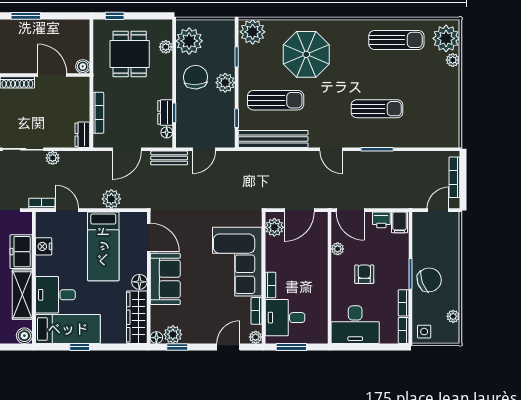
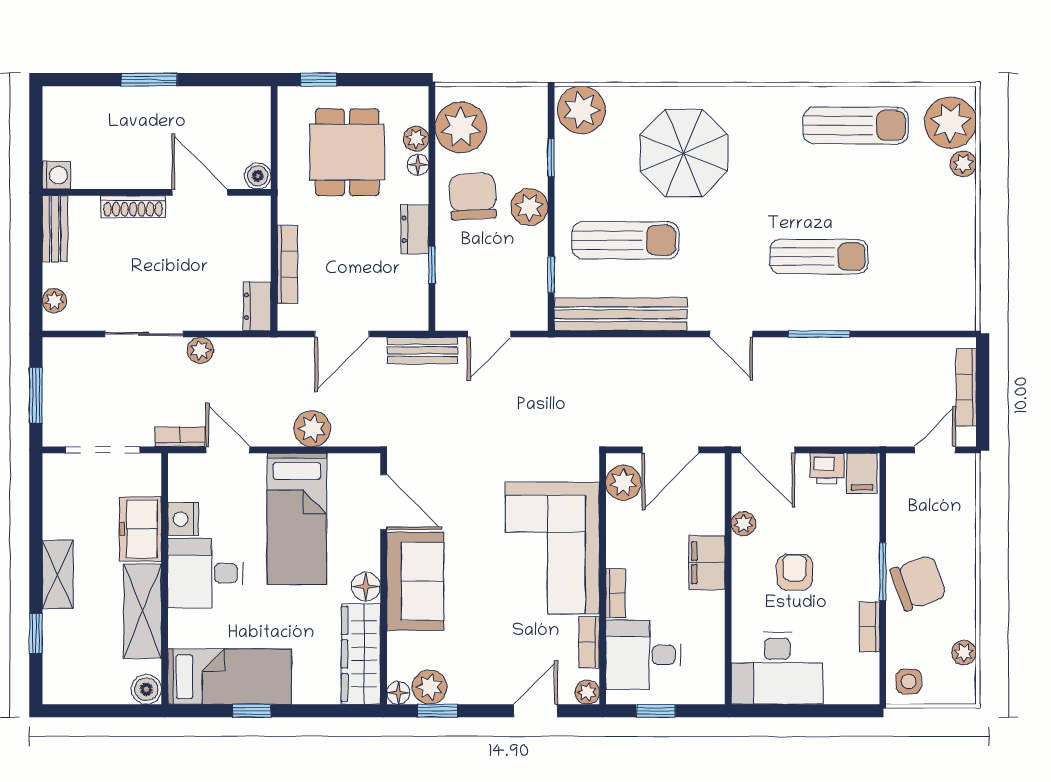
dresser: (165, 112) -> (415, 229), moved
floor lamp: (167, 132) -> (418, 165), moved
filing cabinet: (318, 269) -> (707, 563), added
desk: (55, 295) -> (206, 573), moved
bookcase: (404, 330) -> (870, 679), removed
window: (291, 347) -> (656, 711), width x0.67

